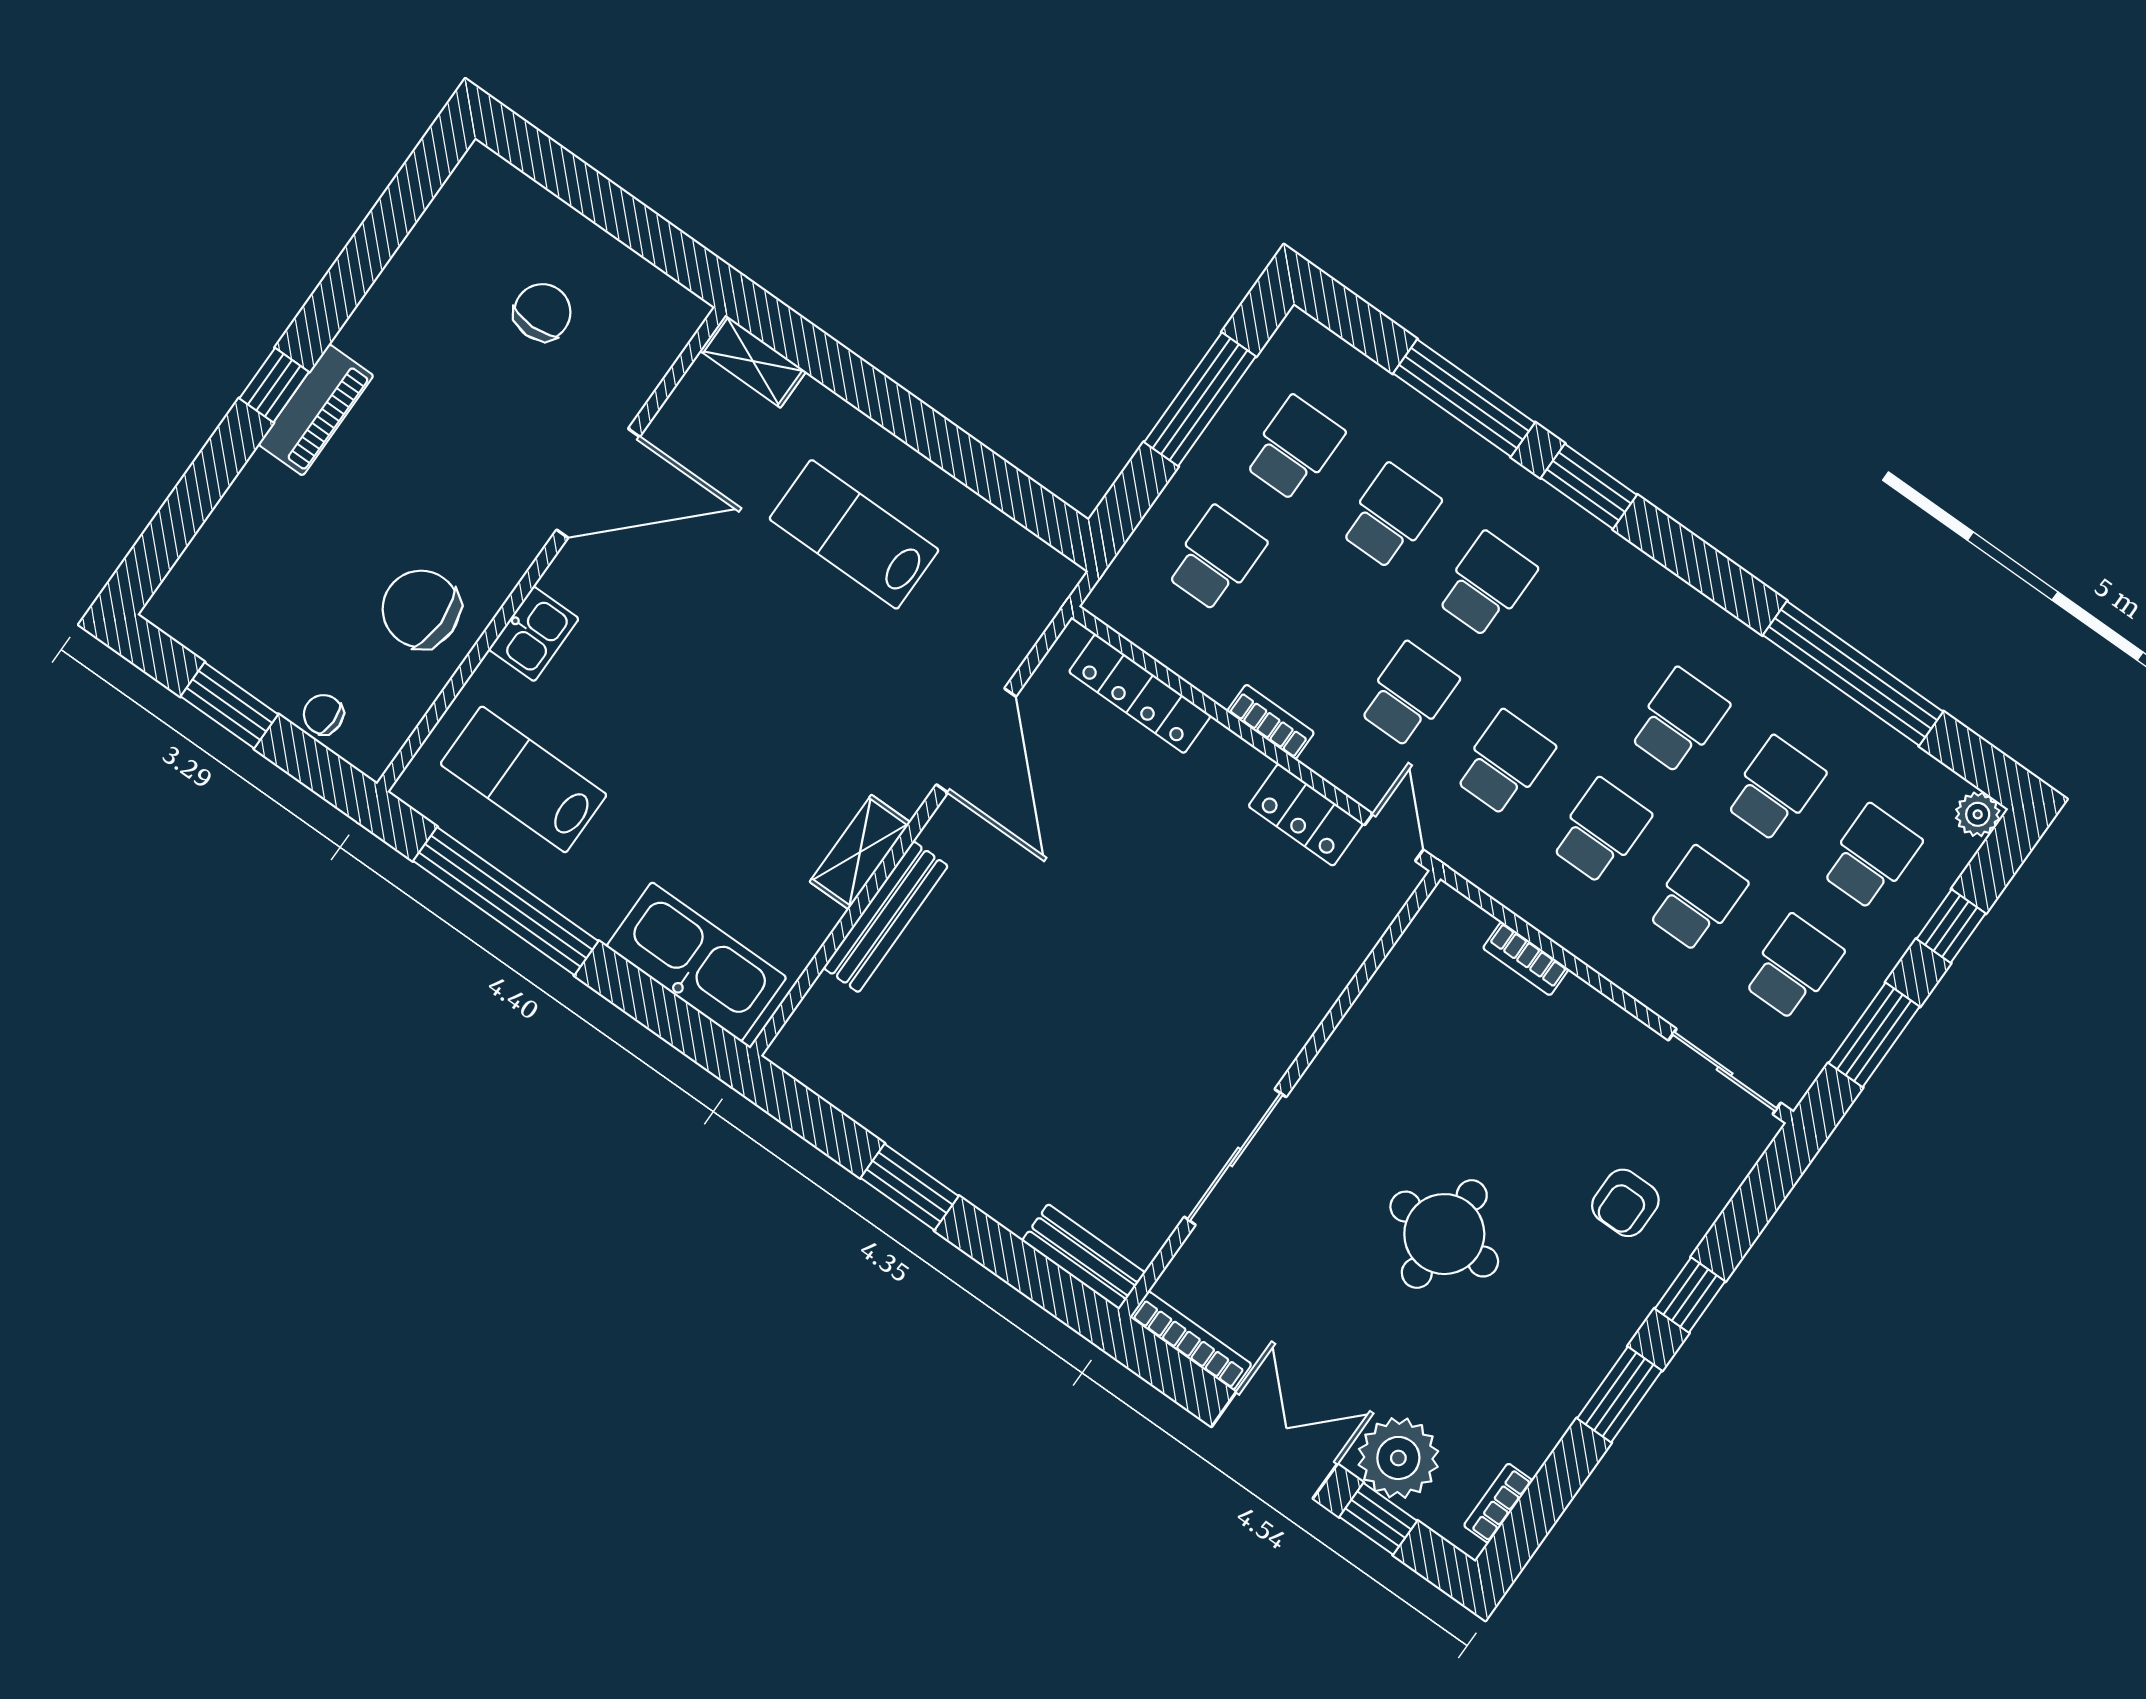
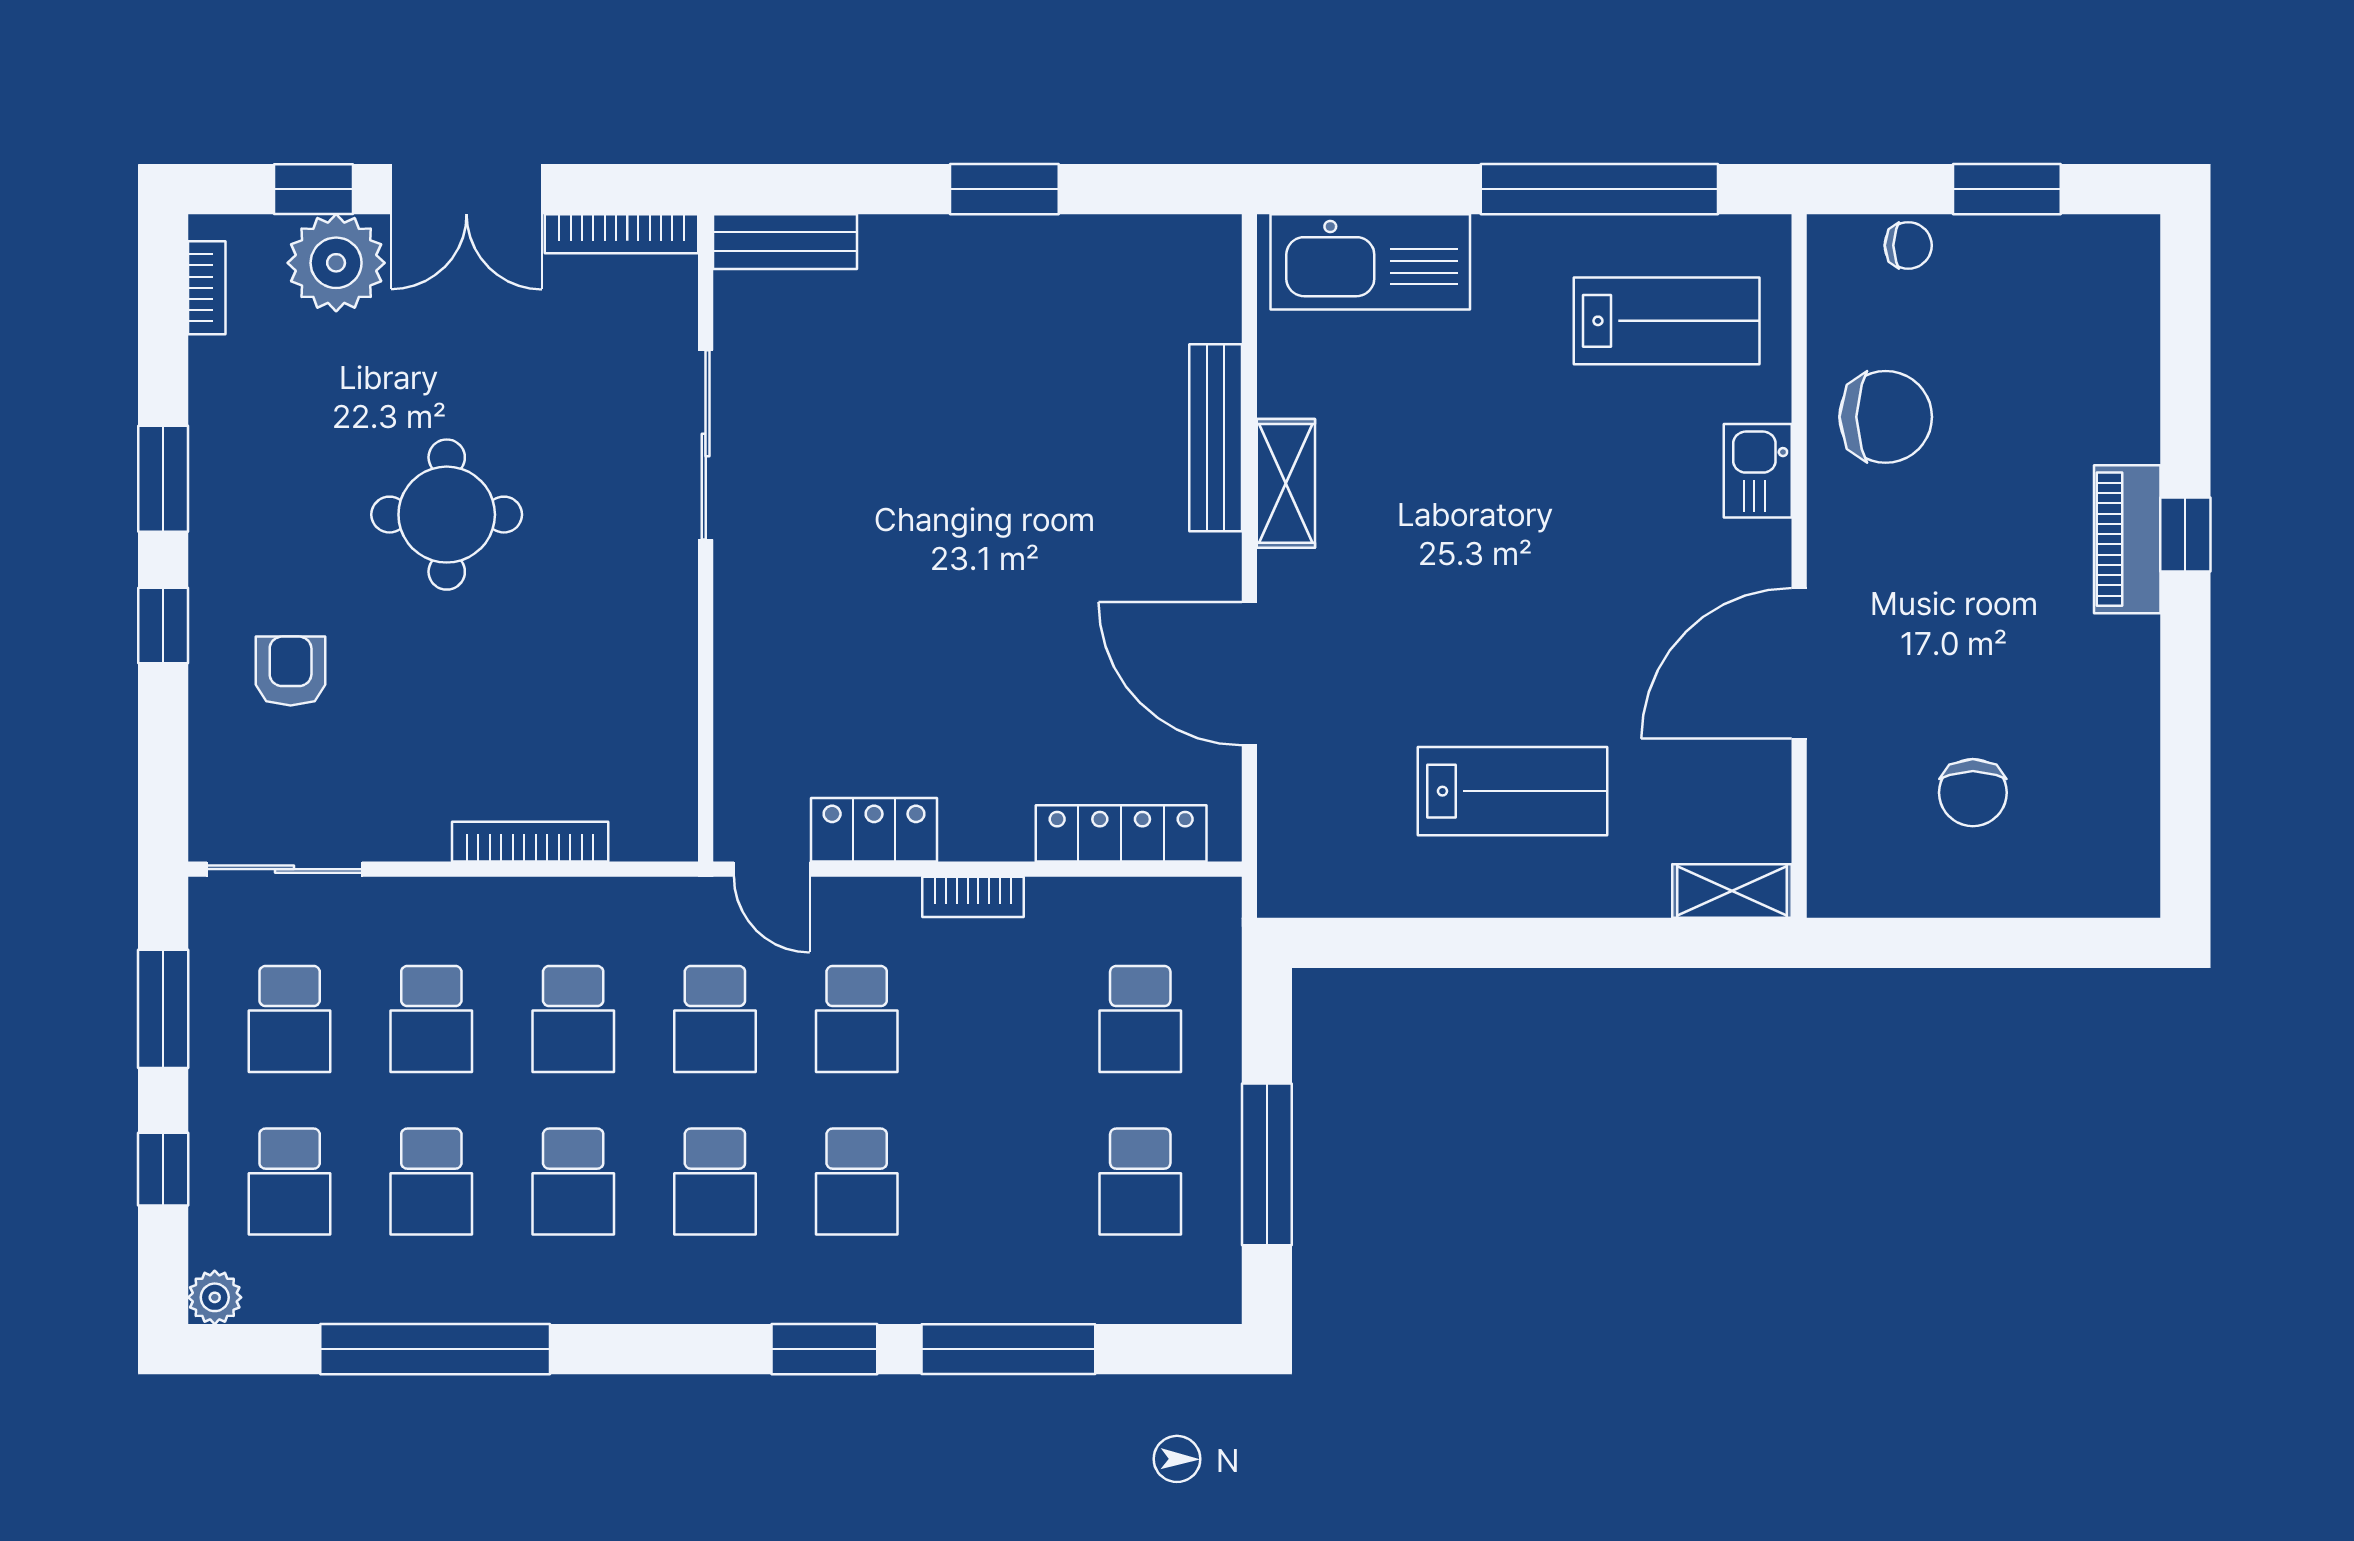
school desk: (1390, 516) -> (715, 1182), moved
bookcase: (1526, 959) -> (530, 842), width x1.56

